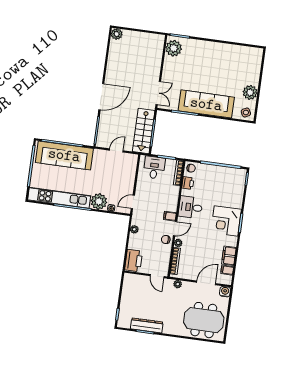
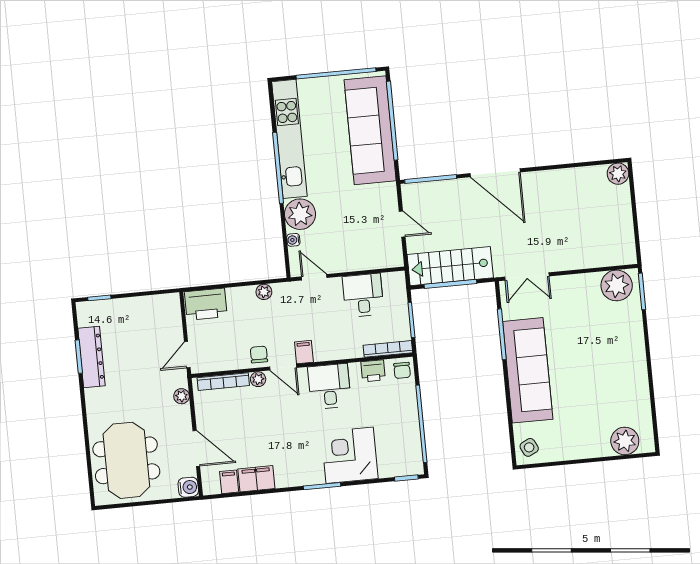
plant: (250, 92) -> (625, 441), moved
desk: (154, 168) -> (363, 295), moved, turned -90
corner desk: (226, 221) -> (350, 455), moved

